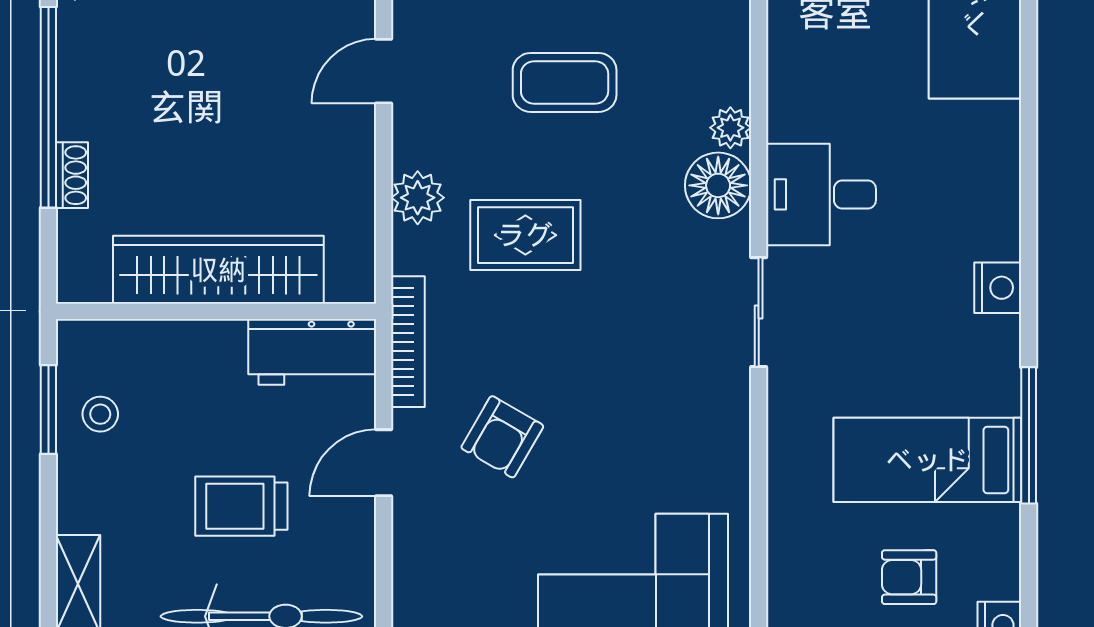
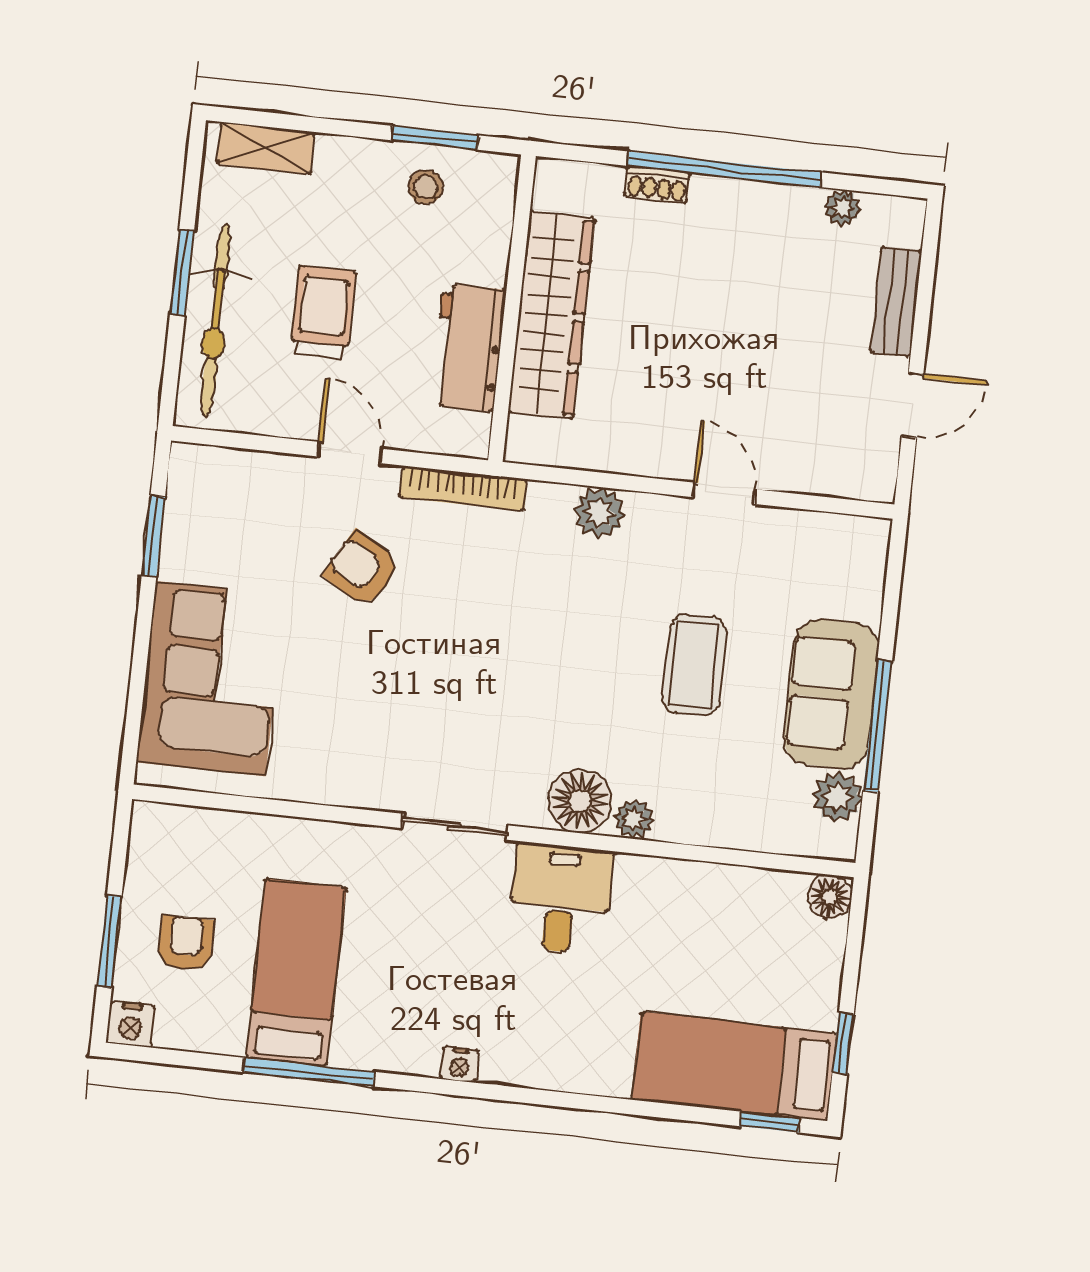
rug: (525, 235) -> (553, 612), removed
nightstand: (998, 288) -> (459, 1064), width x0.72, depth x0.74
workbench: (312, 352) -> (468, 348), moved

